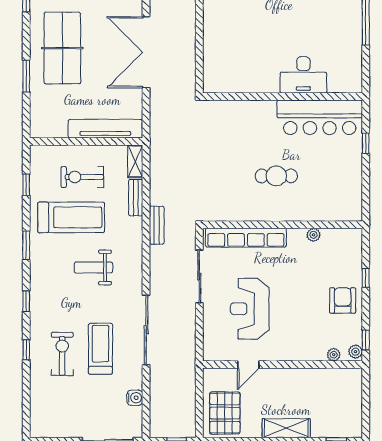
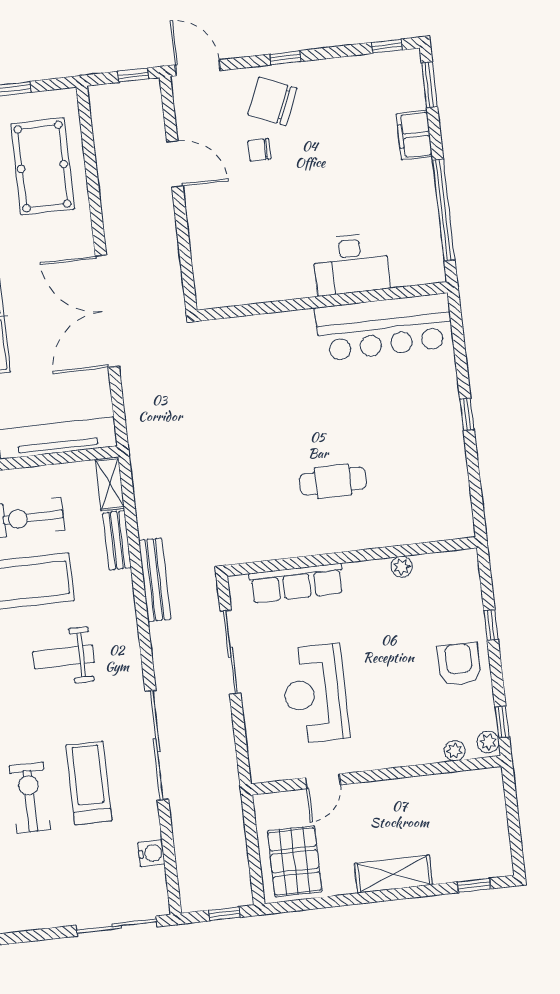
desk: (303, 75) -> (351, 264), moved
wall: (282, 97) -> (322, 301), moved
bar counter: (320, 117) -> (384, 327), moved
bench: (157, 225) -> (155, 580), width x1.36
row of seats: (246, 238) -> (297, 583), width x0.73

